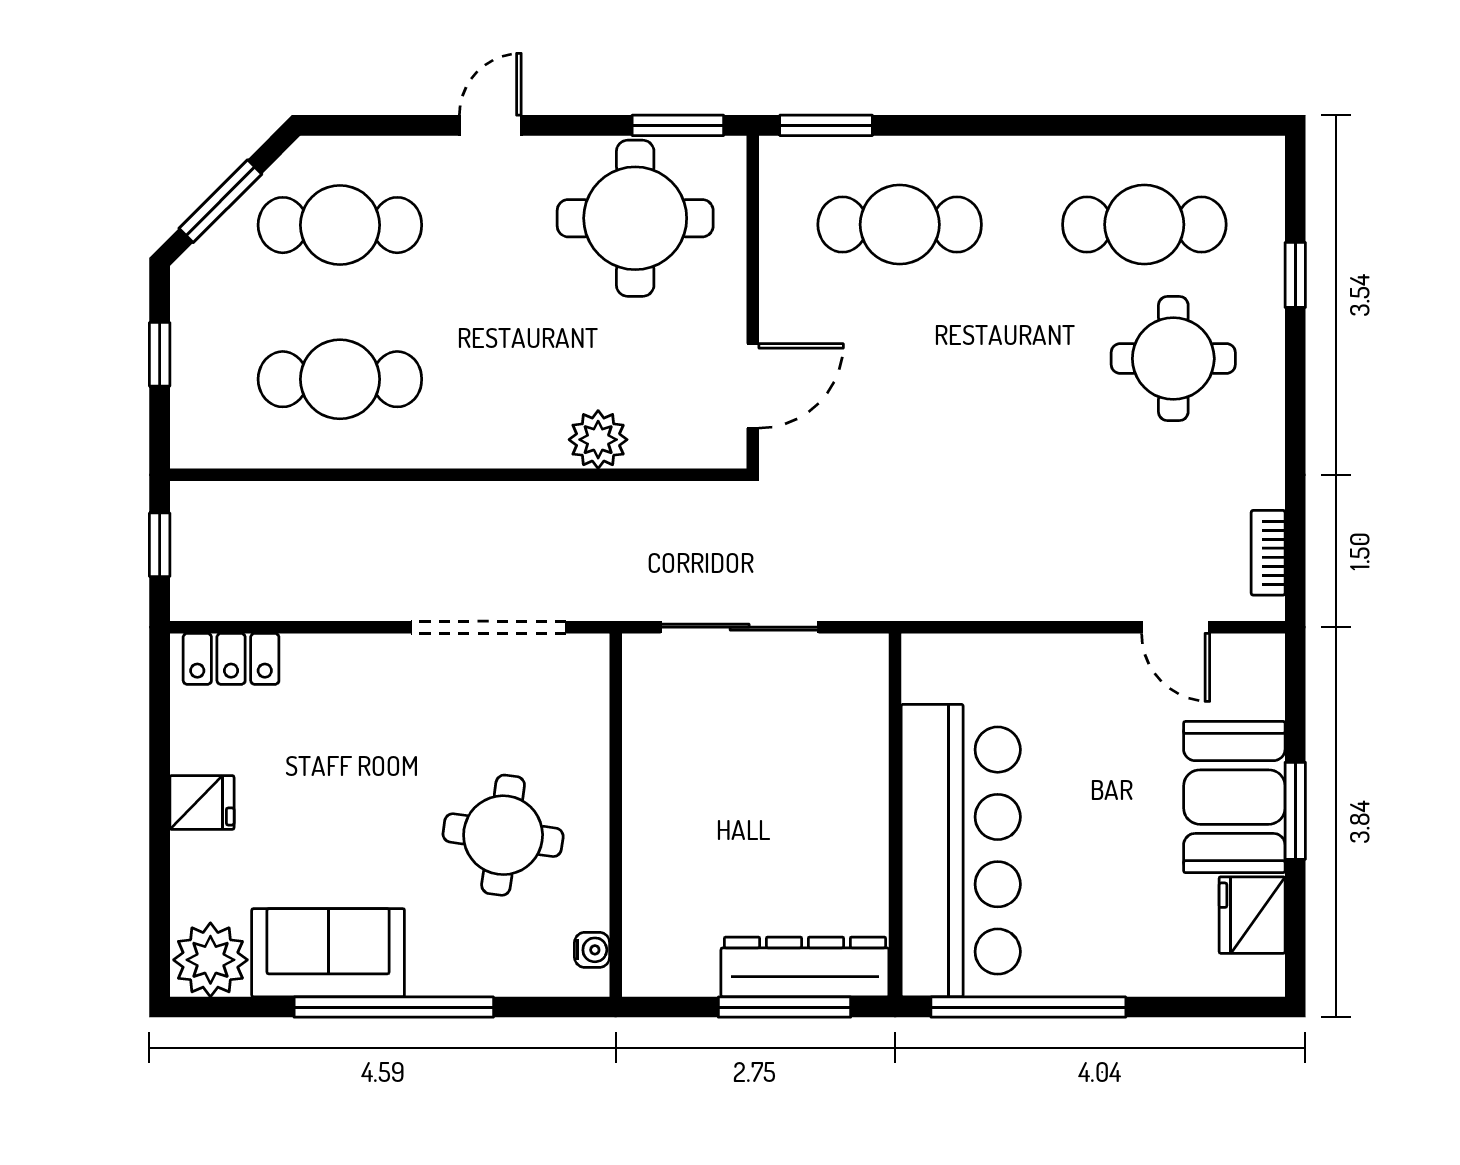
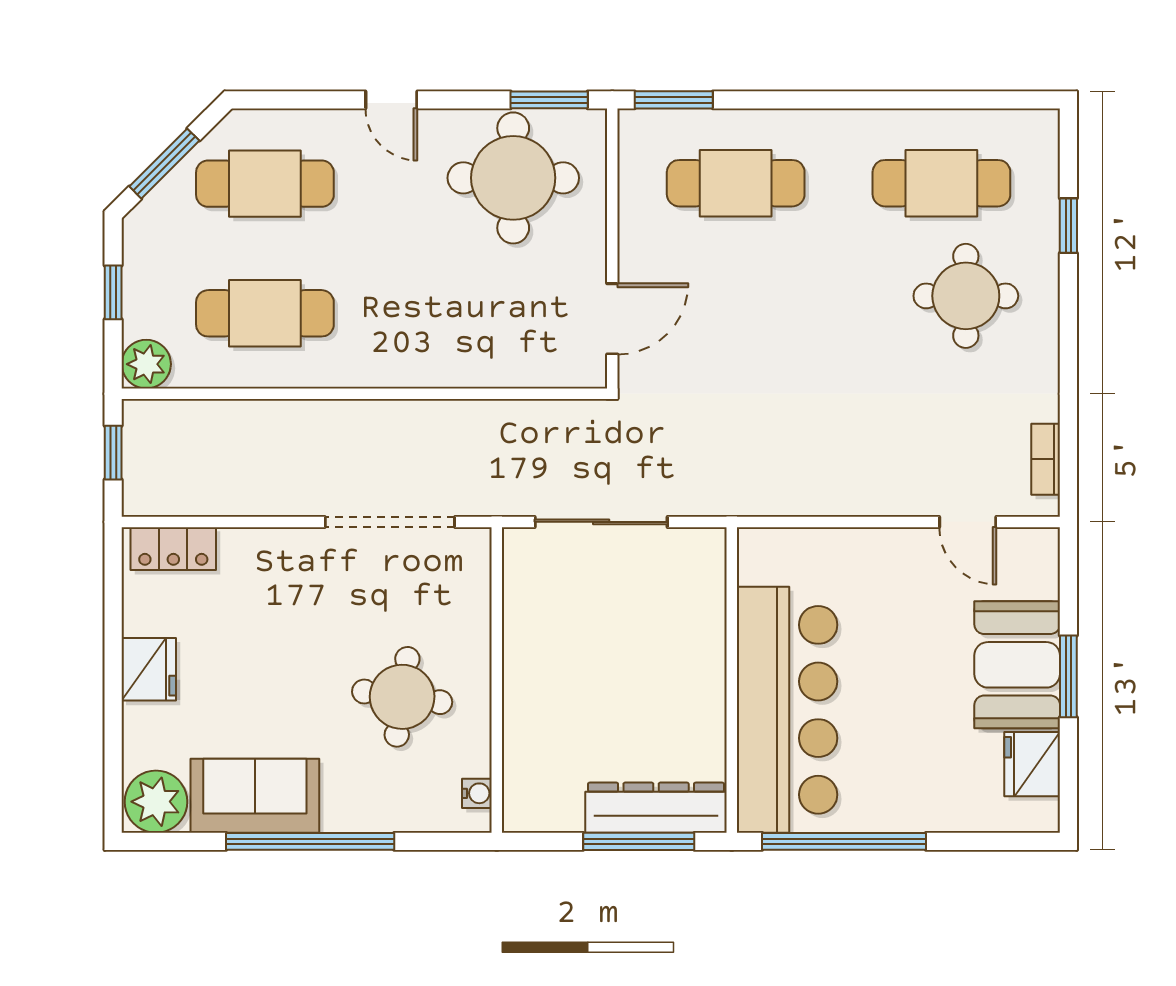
door: (490, 125) -> (391, 100), swing flipped
plant: (598, 440) -> (146, 364), moved
fridge: (202, 802) -> (149, 669), width x1.38

